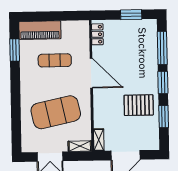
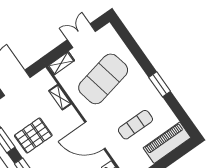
window: (15, 50) -> (160, 84), moved
shelving: (99, 140) -> (60, 97), moved

